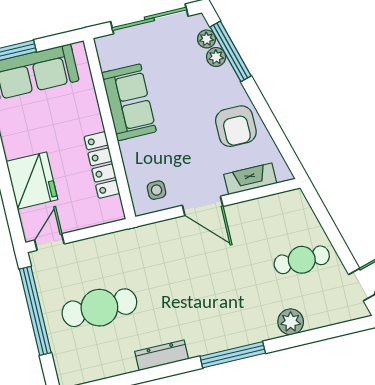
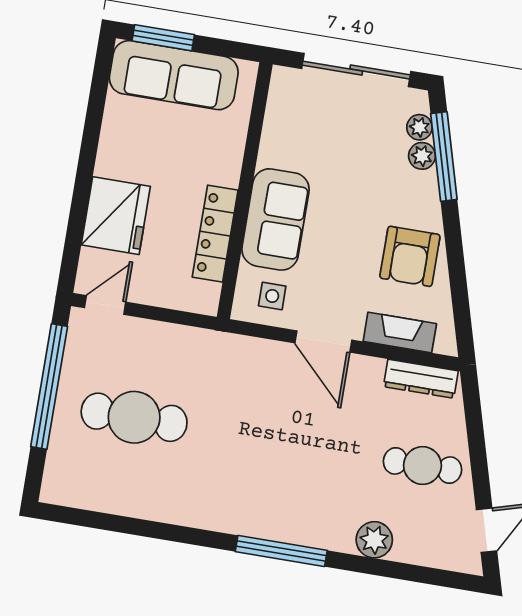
sofa: (129, 102) -> (275, 219), moved
dresser: (162, 355) -> (421, 379), moved, turned 180

